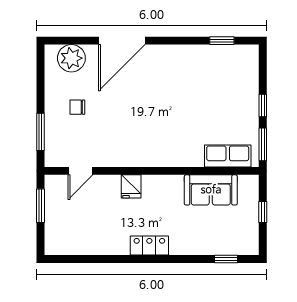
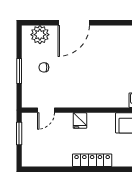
window: (40, 132) -> (19, 71), moved
locker: (149, 246) -> (92, 160), width x1.53

